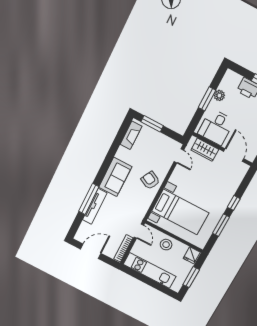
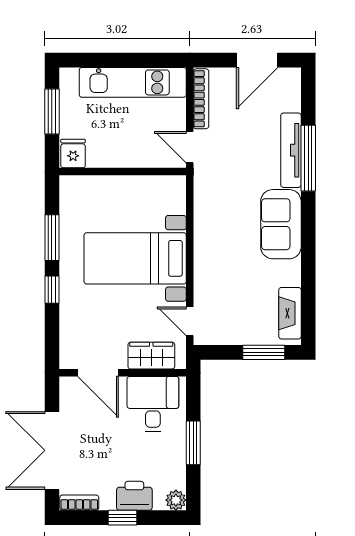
plant: (219, 95) -> (176, 500), moved
armchair: (150, 180) -> (217, 251), removed
bed with nightstands: (180, 212) -> (135, 258), moved
stool: (166, 245) -> (129, 148), removed

